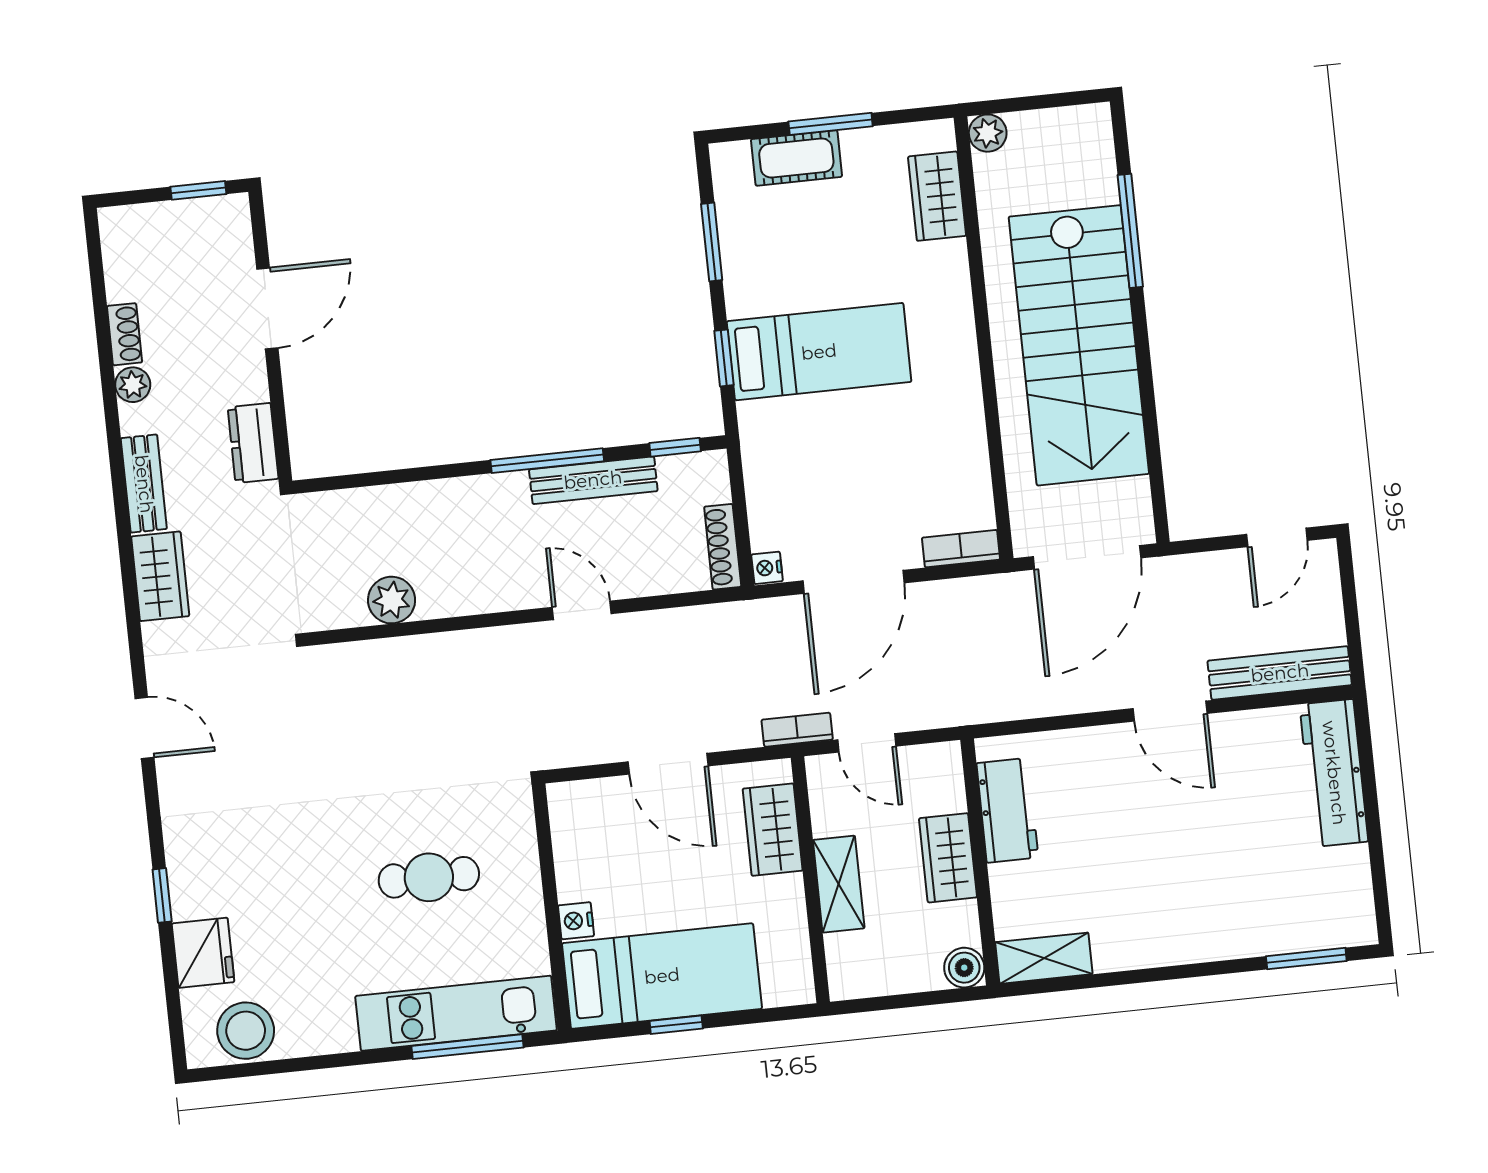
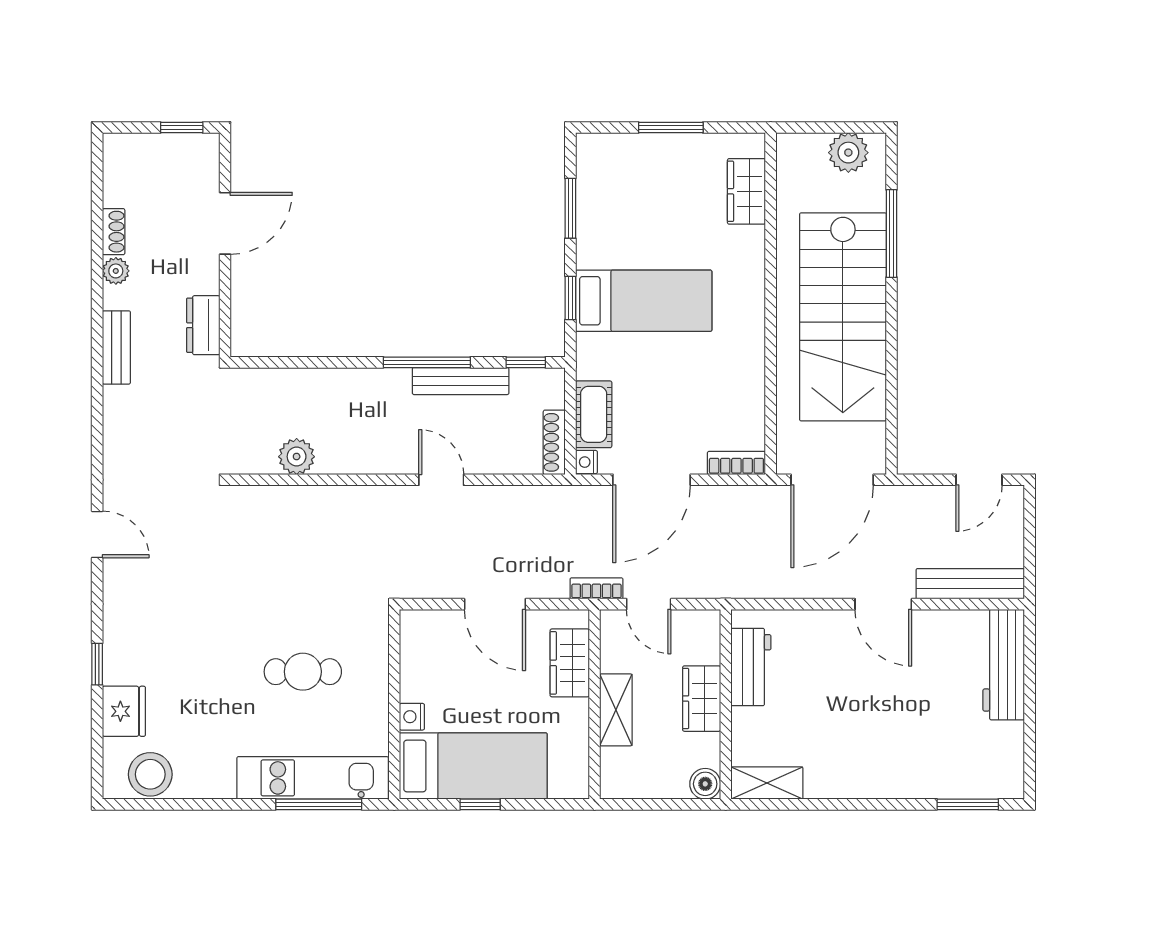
plant: (988, 133) -> (848, 153), moved, width x1.38, depth x1.38
cot: (796, 158) -> (594, 414), moved, turned 90
wardrobe: (160, 576) -> (121, 420), removed

